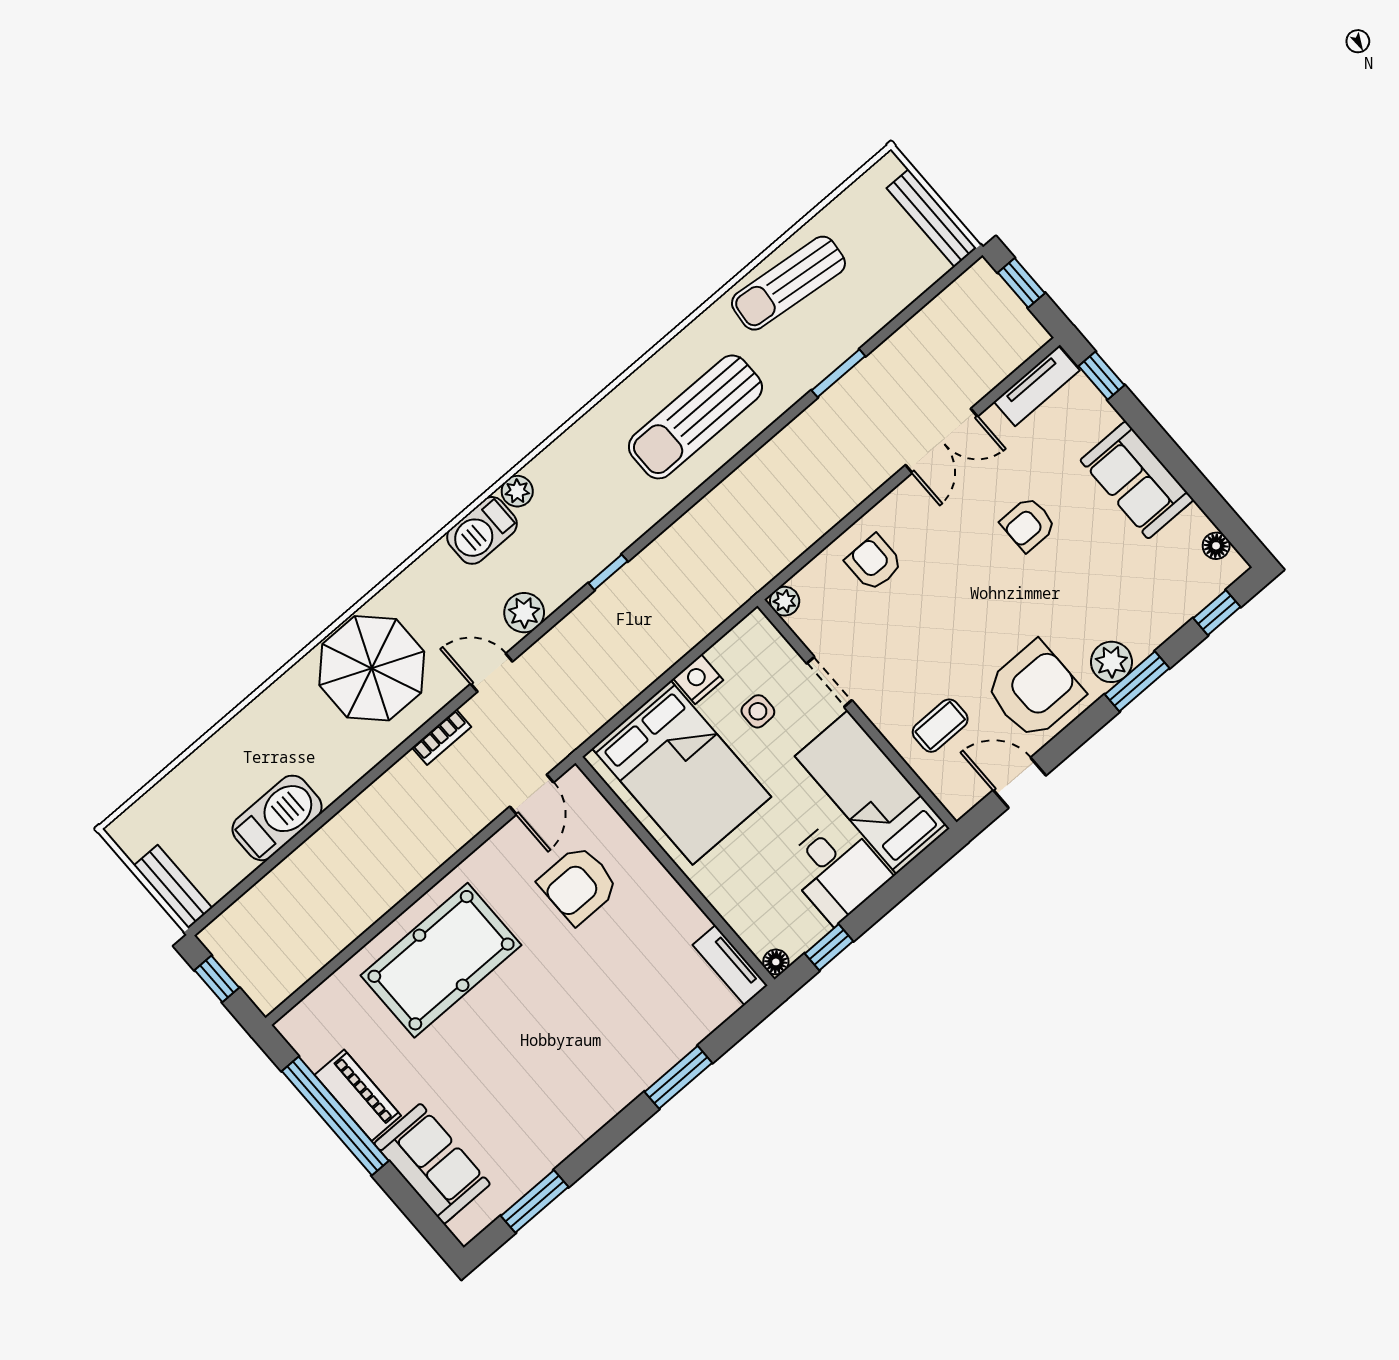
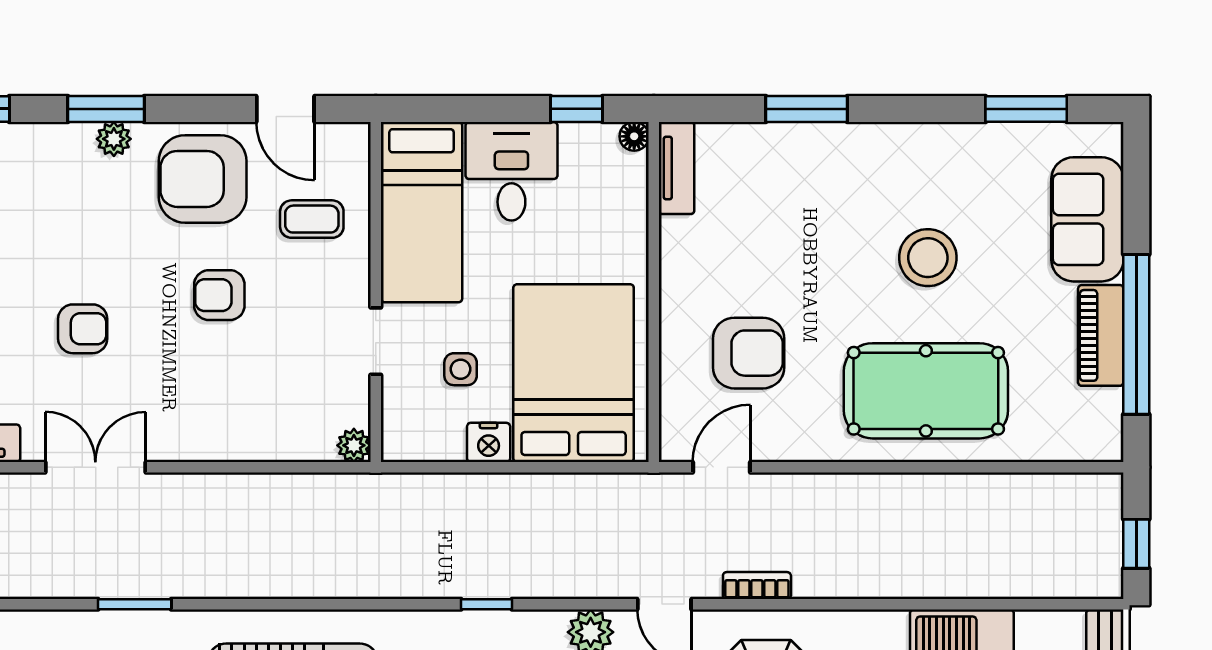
armchair: (874, 563) -> (219, 295), moved, turned 90
plant: (1111, 662) -> (114, 139), width x0.73, depth x0.73
stool: (515, 1049) -> (928, 258), added

